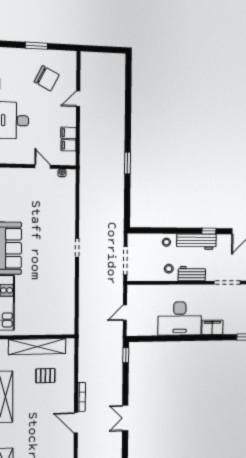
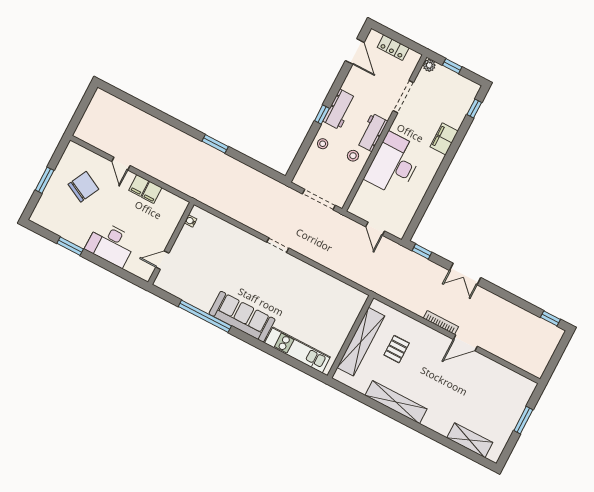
filing cabinet: (69, 145) -> (139, 185), moved
door: (43, 167) -> (162, 260), moved
window: (209, 231) -> (322, 114), moved
workbench: (196, 242) -> (339, 109), width x0.73
desk: (180, 318) -> (394, 164), moved, turned 180
double door: (125, 418) -> (465, 274), moved

